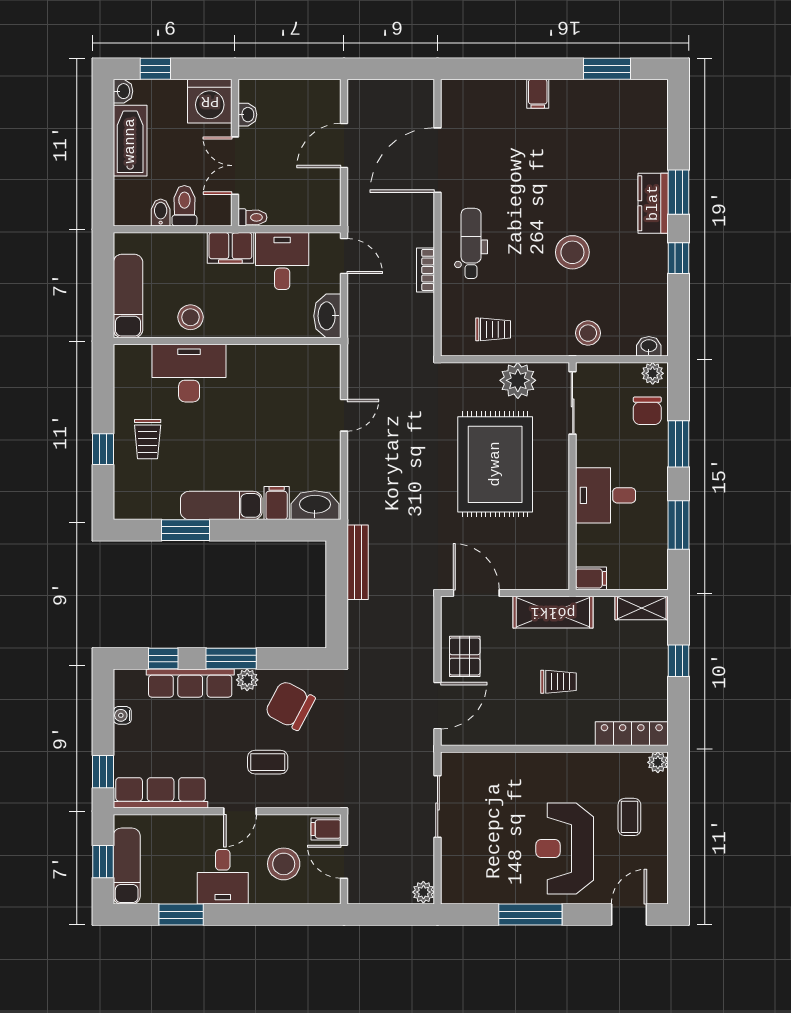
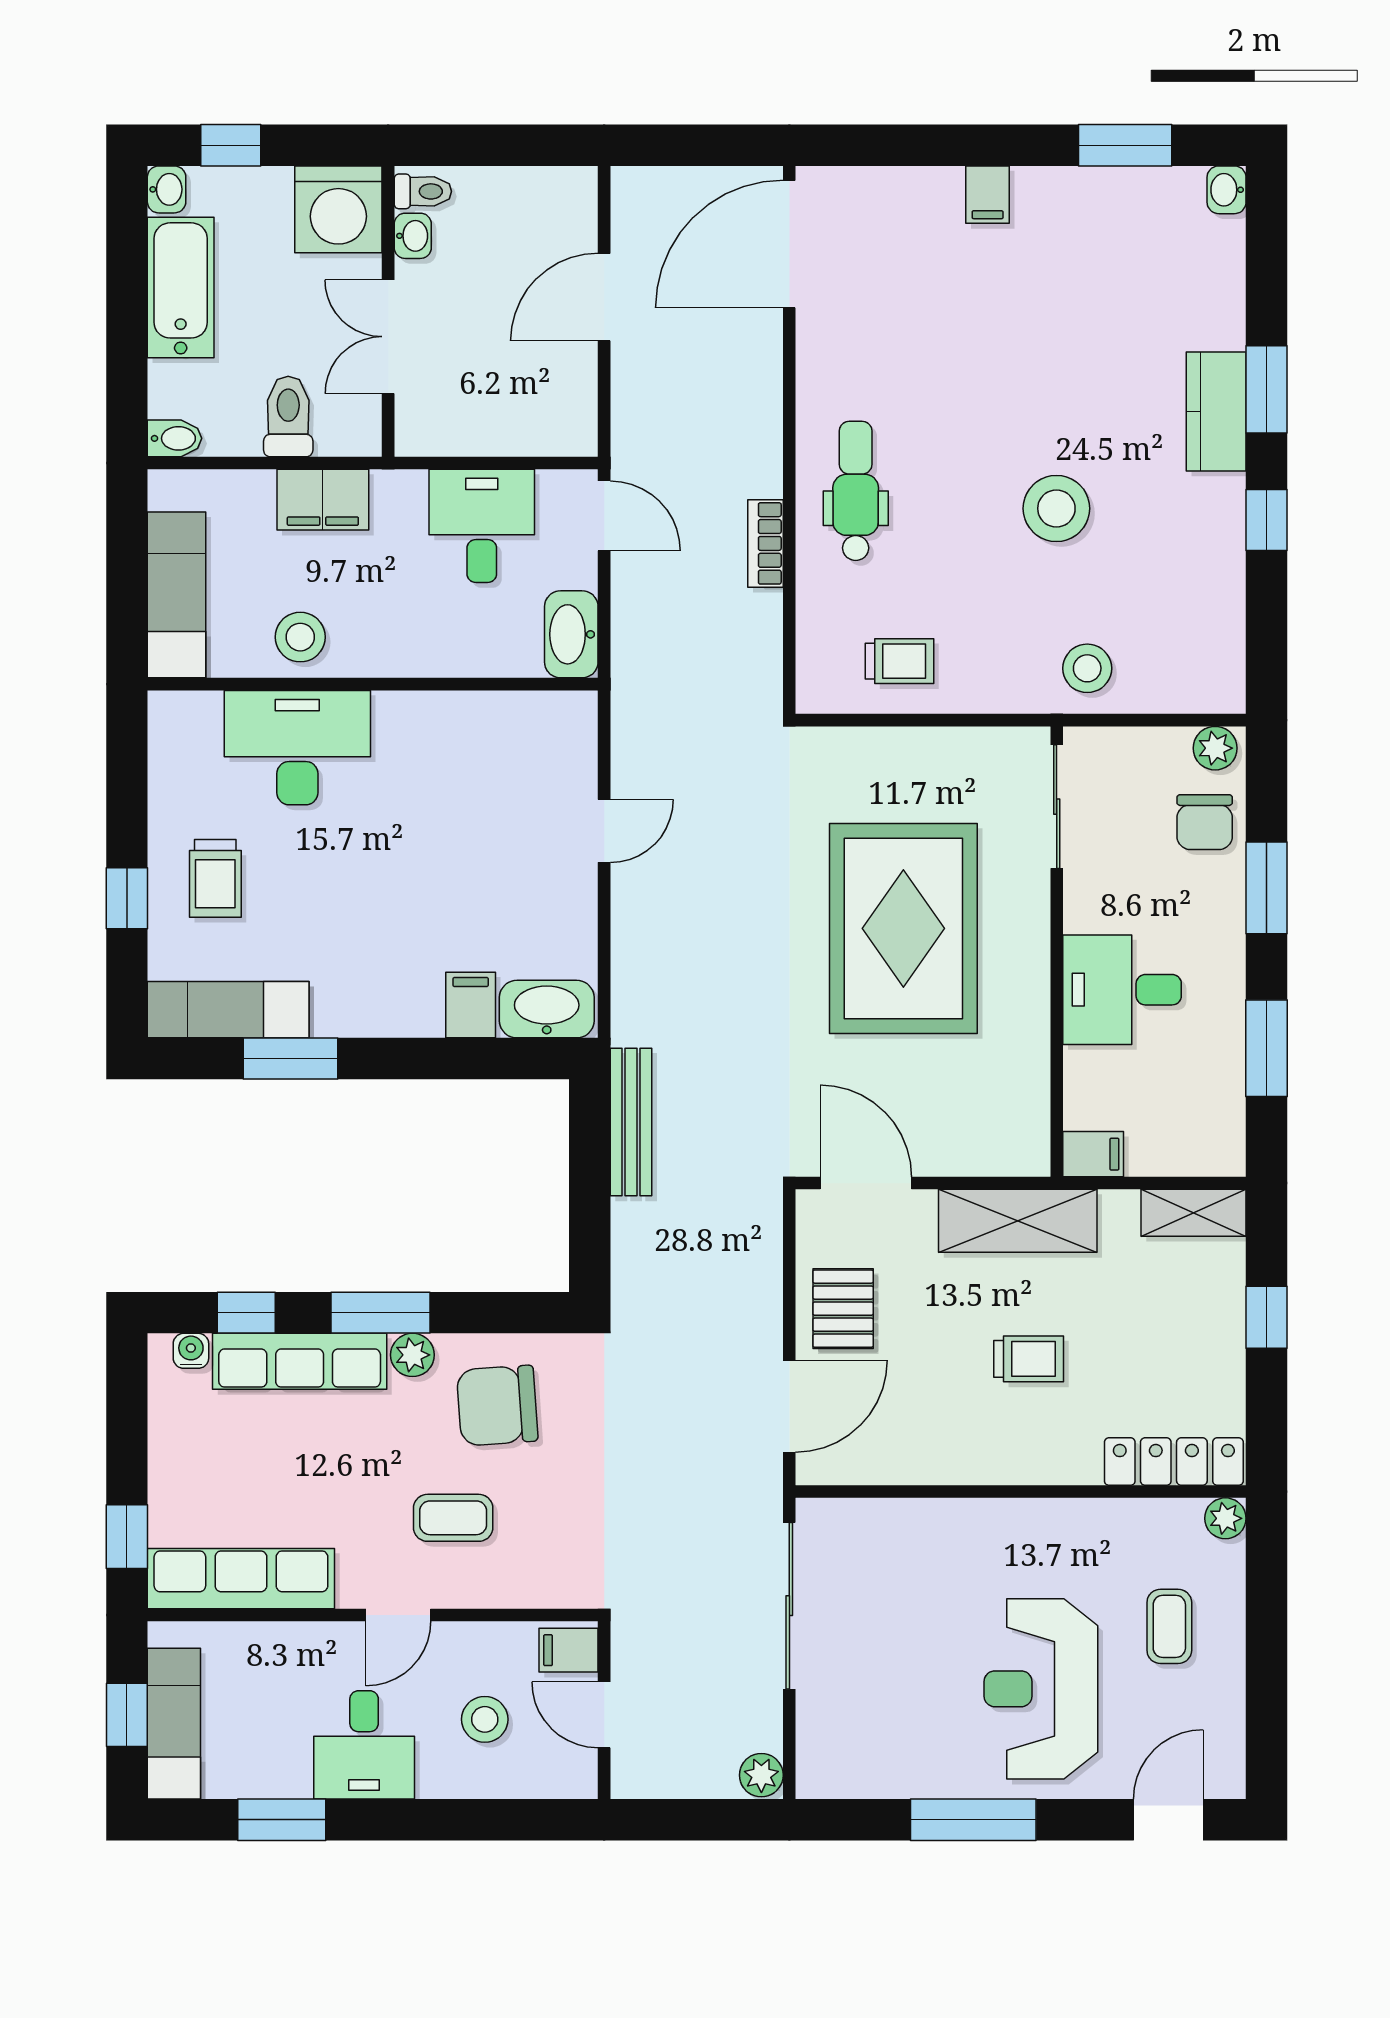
door: (438, 160) -> (789, 244), moved
bidet: (161, 213) -> (175, 438), moved, turned 90
toilet: (252, 217) -> (423, 191), moved
filing cabinet: (230, 248) -> (323, 500), moved
washbasin: (649, 346) -> (1227, 190), moved, turned -90
plant: (518, 380) -> (948, 762), removed
exam couch: (221, 505) -> (228, 1010), moved
chair: (290, 705) -> (497, 1406), turned -32
water cooler: (122, 715) -> (191, 1351), moved, turned 90
sliding door: (438, 807) -> (789, 1606), width x1.37
stool: (284, 864) -> (485, 1719), width x0.73, depth x0.73

